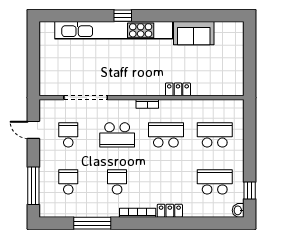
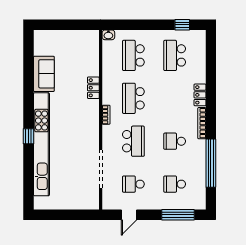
washbasin: (238, 210) -> (108, 35), moved
window: (92, 223) -> (211, 163), width x1.46

